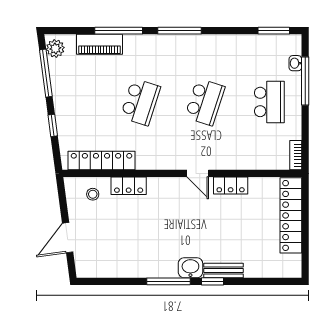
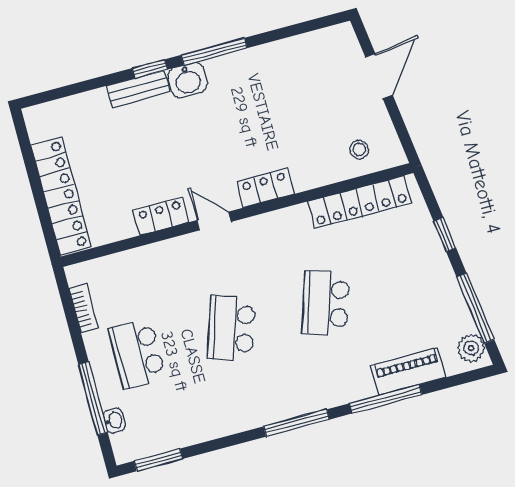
bookcase: (296, 155) -> (84, 308), moved
locker: (129, 186) -> (265, 188), moved

